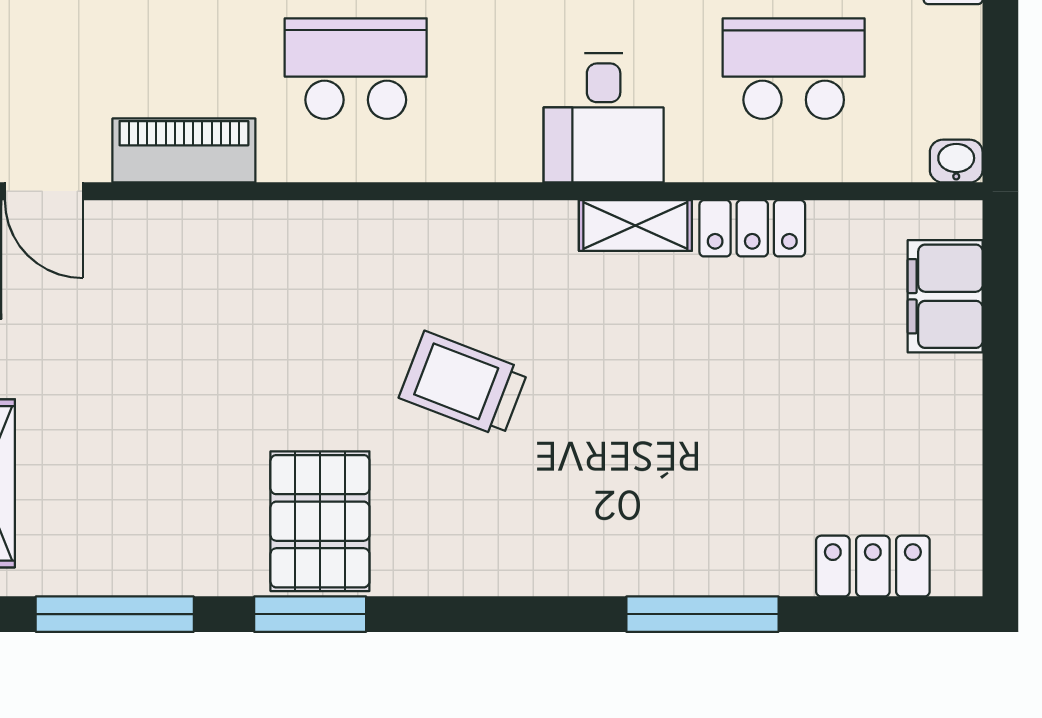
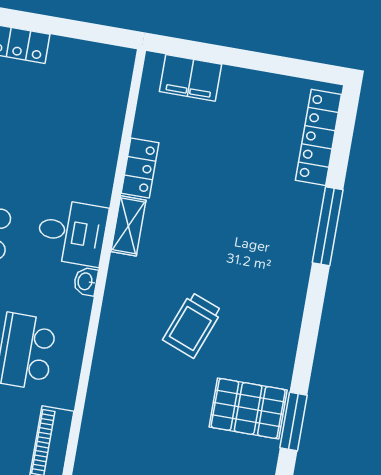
school desk: (794, 69) -> (64, 134), removed
washbasin: (956, 161) -> (86, 281), moved
locker: (873, 566) -> (318, 137), width x1.53

